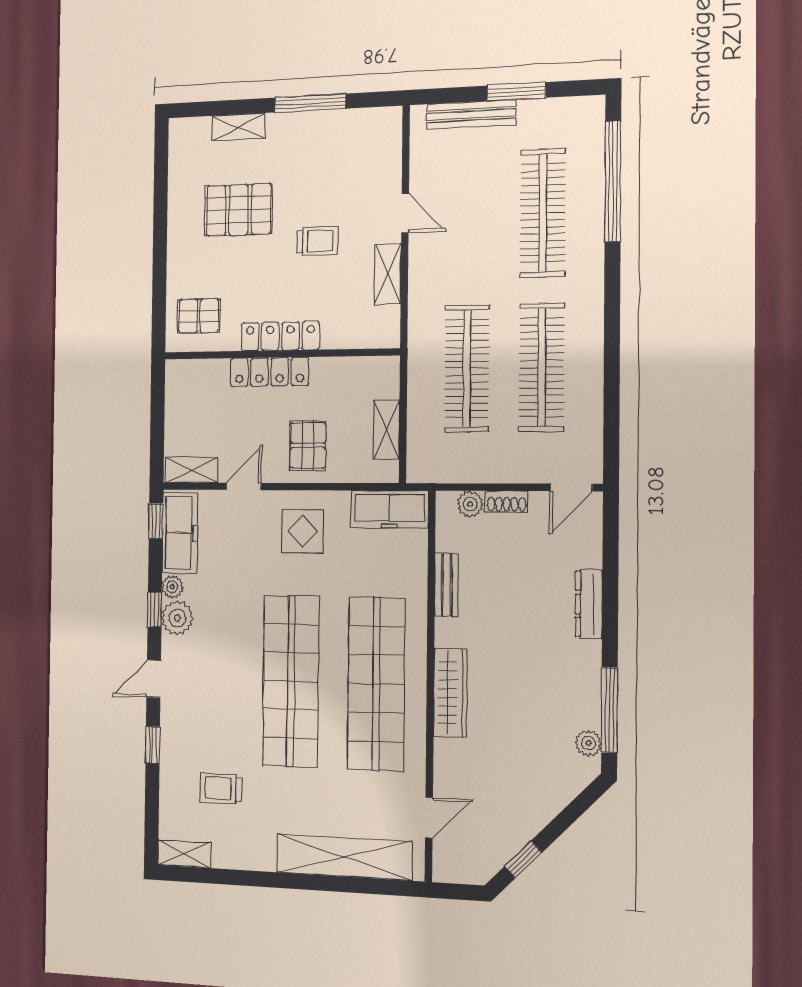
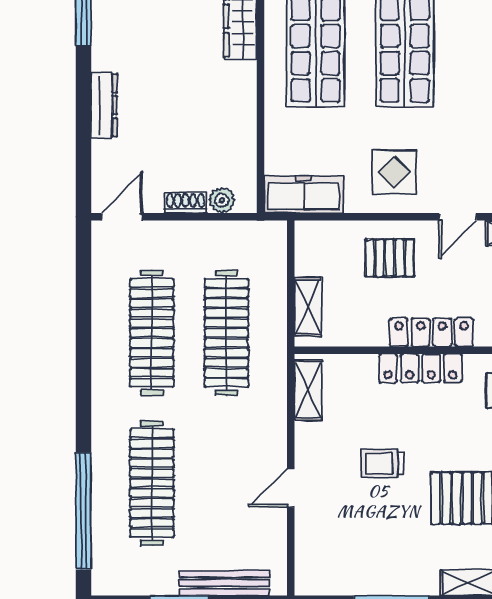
door: (405, 213) -> (291, 488), hinge flipped
shelving: (388, 274) -> (308, 390), moved
shelving: (387, 430) -> (308, 307), moved
pallet: (308, 445) -> (390, 258), turned 90
bench: (446, 585) -> (245, 121), removed

